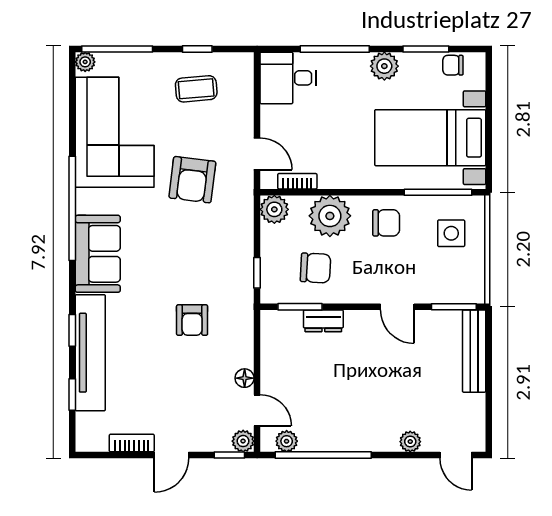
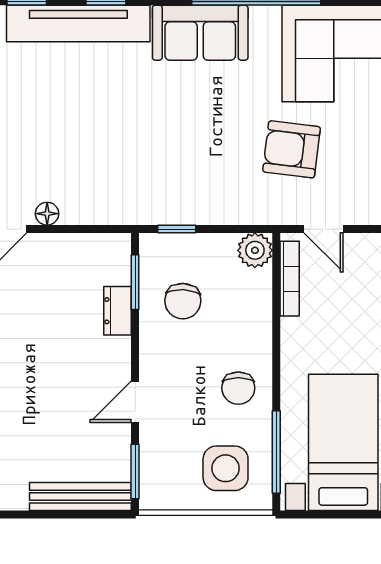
door: (257, 154) -> (323, 229), hinge flipped
bookcase: (297, 181) -> (290, 279), width x1.56
plant: (330, 216) -> (247, 319), removed
side table: (451, 233) -> (226, 468), width x1.37, depth x1.37
armchair: (192, 320) -> (119, 149), removed

